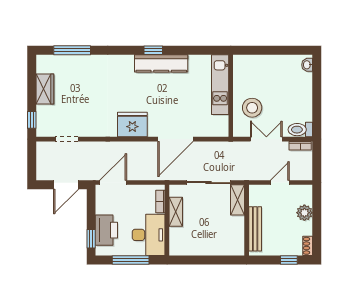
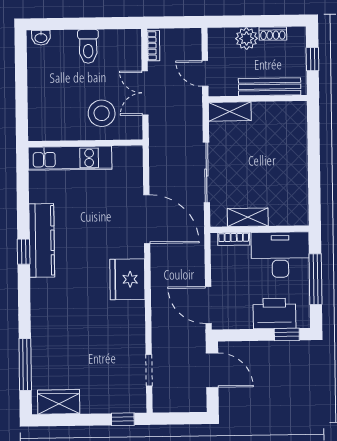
wardrobe: (45, 89) -> (59, 402), moved
toilet: (300, 130) -> (88, 46), moved
shelving: (238, 200) -> (230, 112), moved
wall: (247, 220) -> (258, 99), moved
bench: (255, 229) -> (270, 87), moved
shoe rack: (308, 246) -> (273, 34), moved

